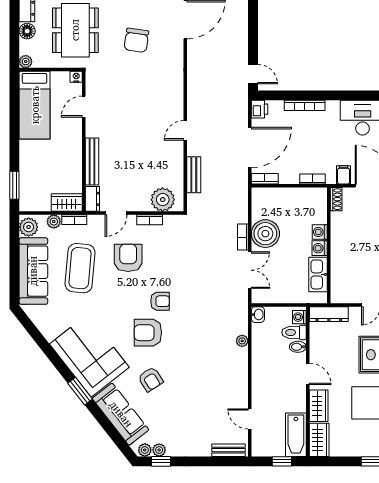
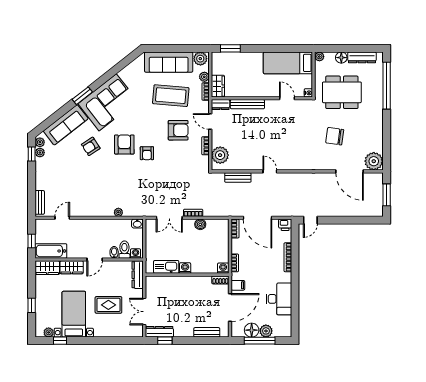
washing machine: (320, 232) -> (223, 268), moved
boiler: (265, 234) -> (200, 224), width x0.54, depth x0.54

